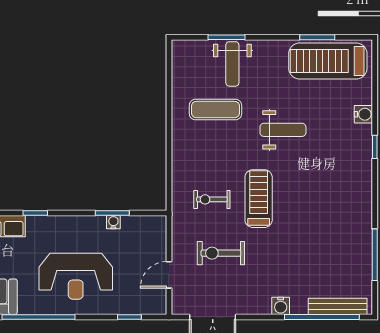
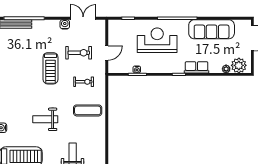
exercise mat: (215, 110) -> (88, 110), moved
treadmill: (259, 199) -> (50, 68), moved
door: (169, 275) -> (107, 53), moved
water cooler: (281, 306) -> (65, 24), moved

